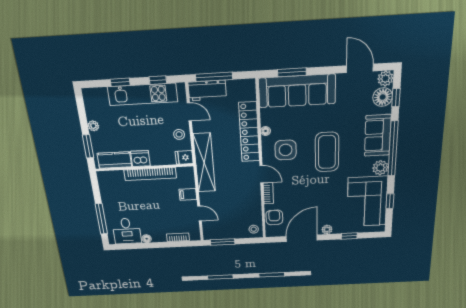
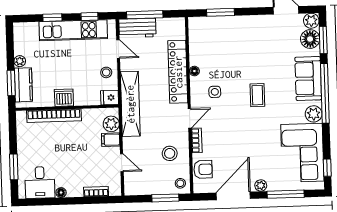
sofa: (297, 91) -> (226, 31), removed
window: (396, 98) -> (323, 40), width x1.50
side table: (286, 150) -> (215, 92), width x0.54, depth x0.54
coffee table: (327, 152) -> (257, 95), width x0.54, depth x0.58
kitchen counter: (114, 160) -> (23, 85), moved, turned 90
bookcase: (150, 174) -> (54, 116), moved
door: (261, 174) -> (190, 118), hinge flipped
plant: (187, 181) -> (111, 124), added
window: (390, 201) -> (327, 168), moved
stool: (243, 205) -> (170, 153), added
armchair: (274, 217) -> (203, 169), turned 90
window: (101, 219) -> (14, 167), width x0.69
window: (349, 236) -> (286, 194), width x2.17
window: (223, 242) -> (165, 198), moved

